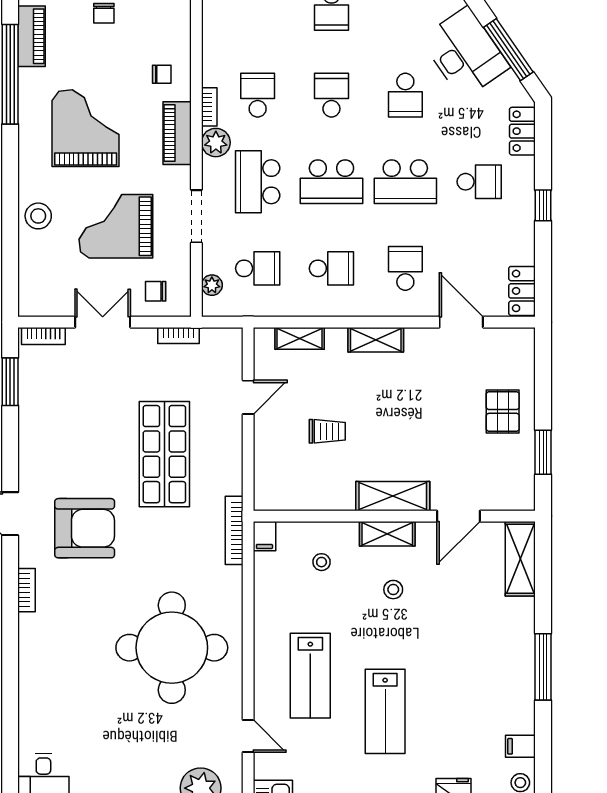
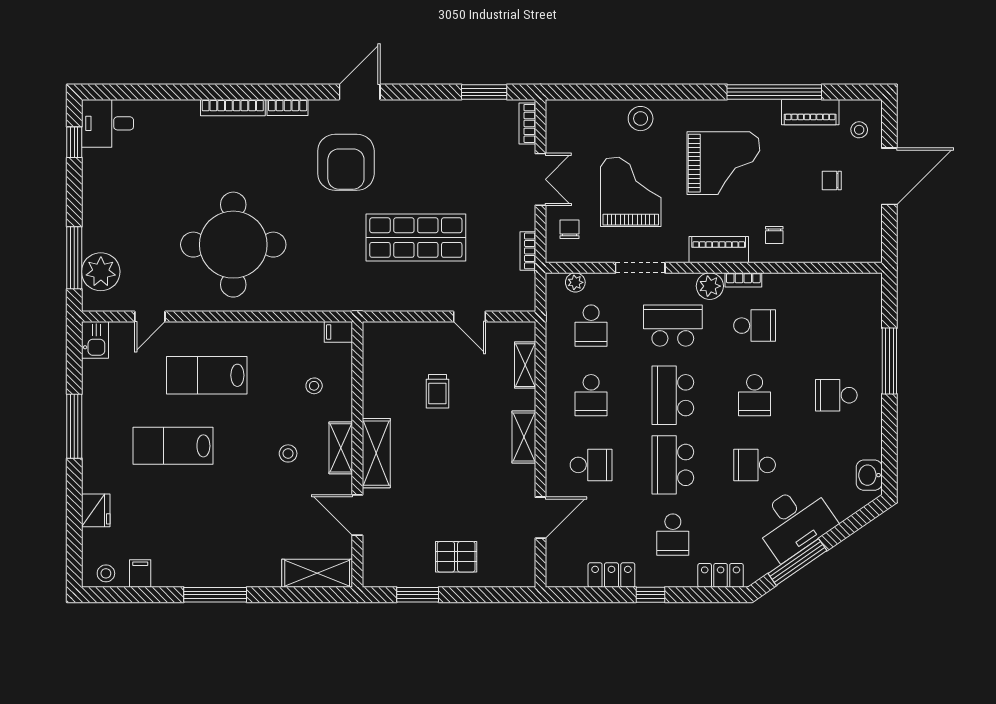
school desk: (331, 95) -> (755, 395), turned 90
locker: (522, 291) -> (611, 575), moved
bookcase: (234, 530) -> (233, 108), moved, turned 180

